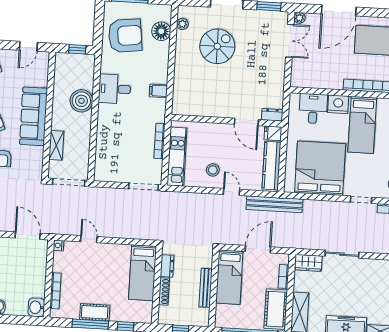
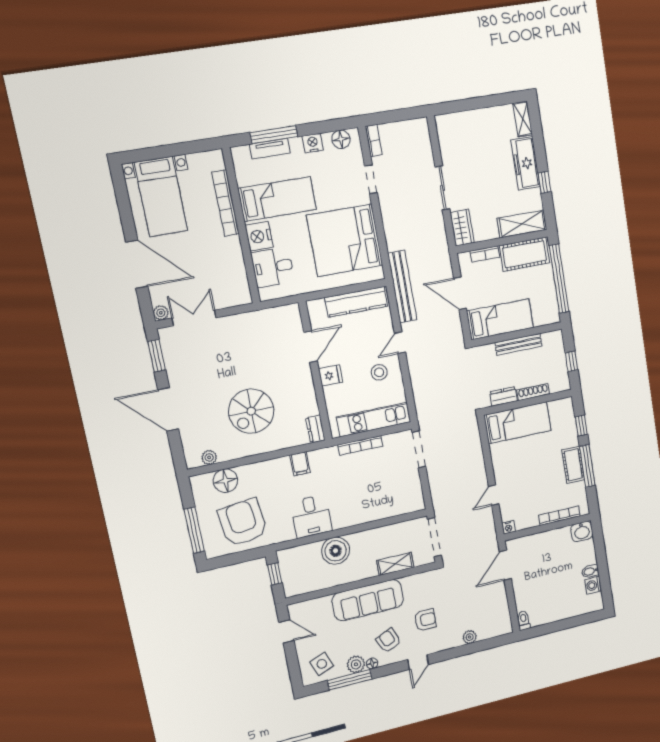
spiral stairs: (217, 46) -> (251, 411), moved, turned -90
dresser: (272, 115) -> (315, 429), moved
fridge: (273, 133) -> (331, 375), moved, turned -90

